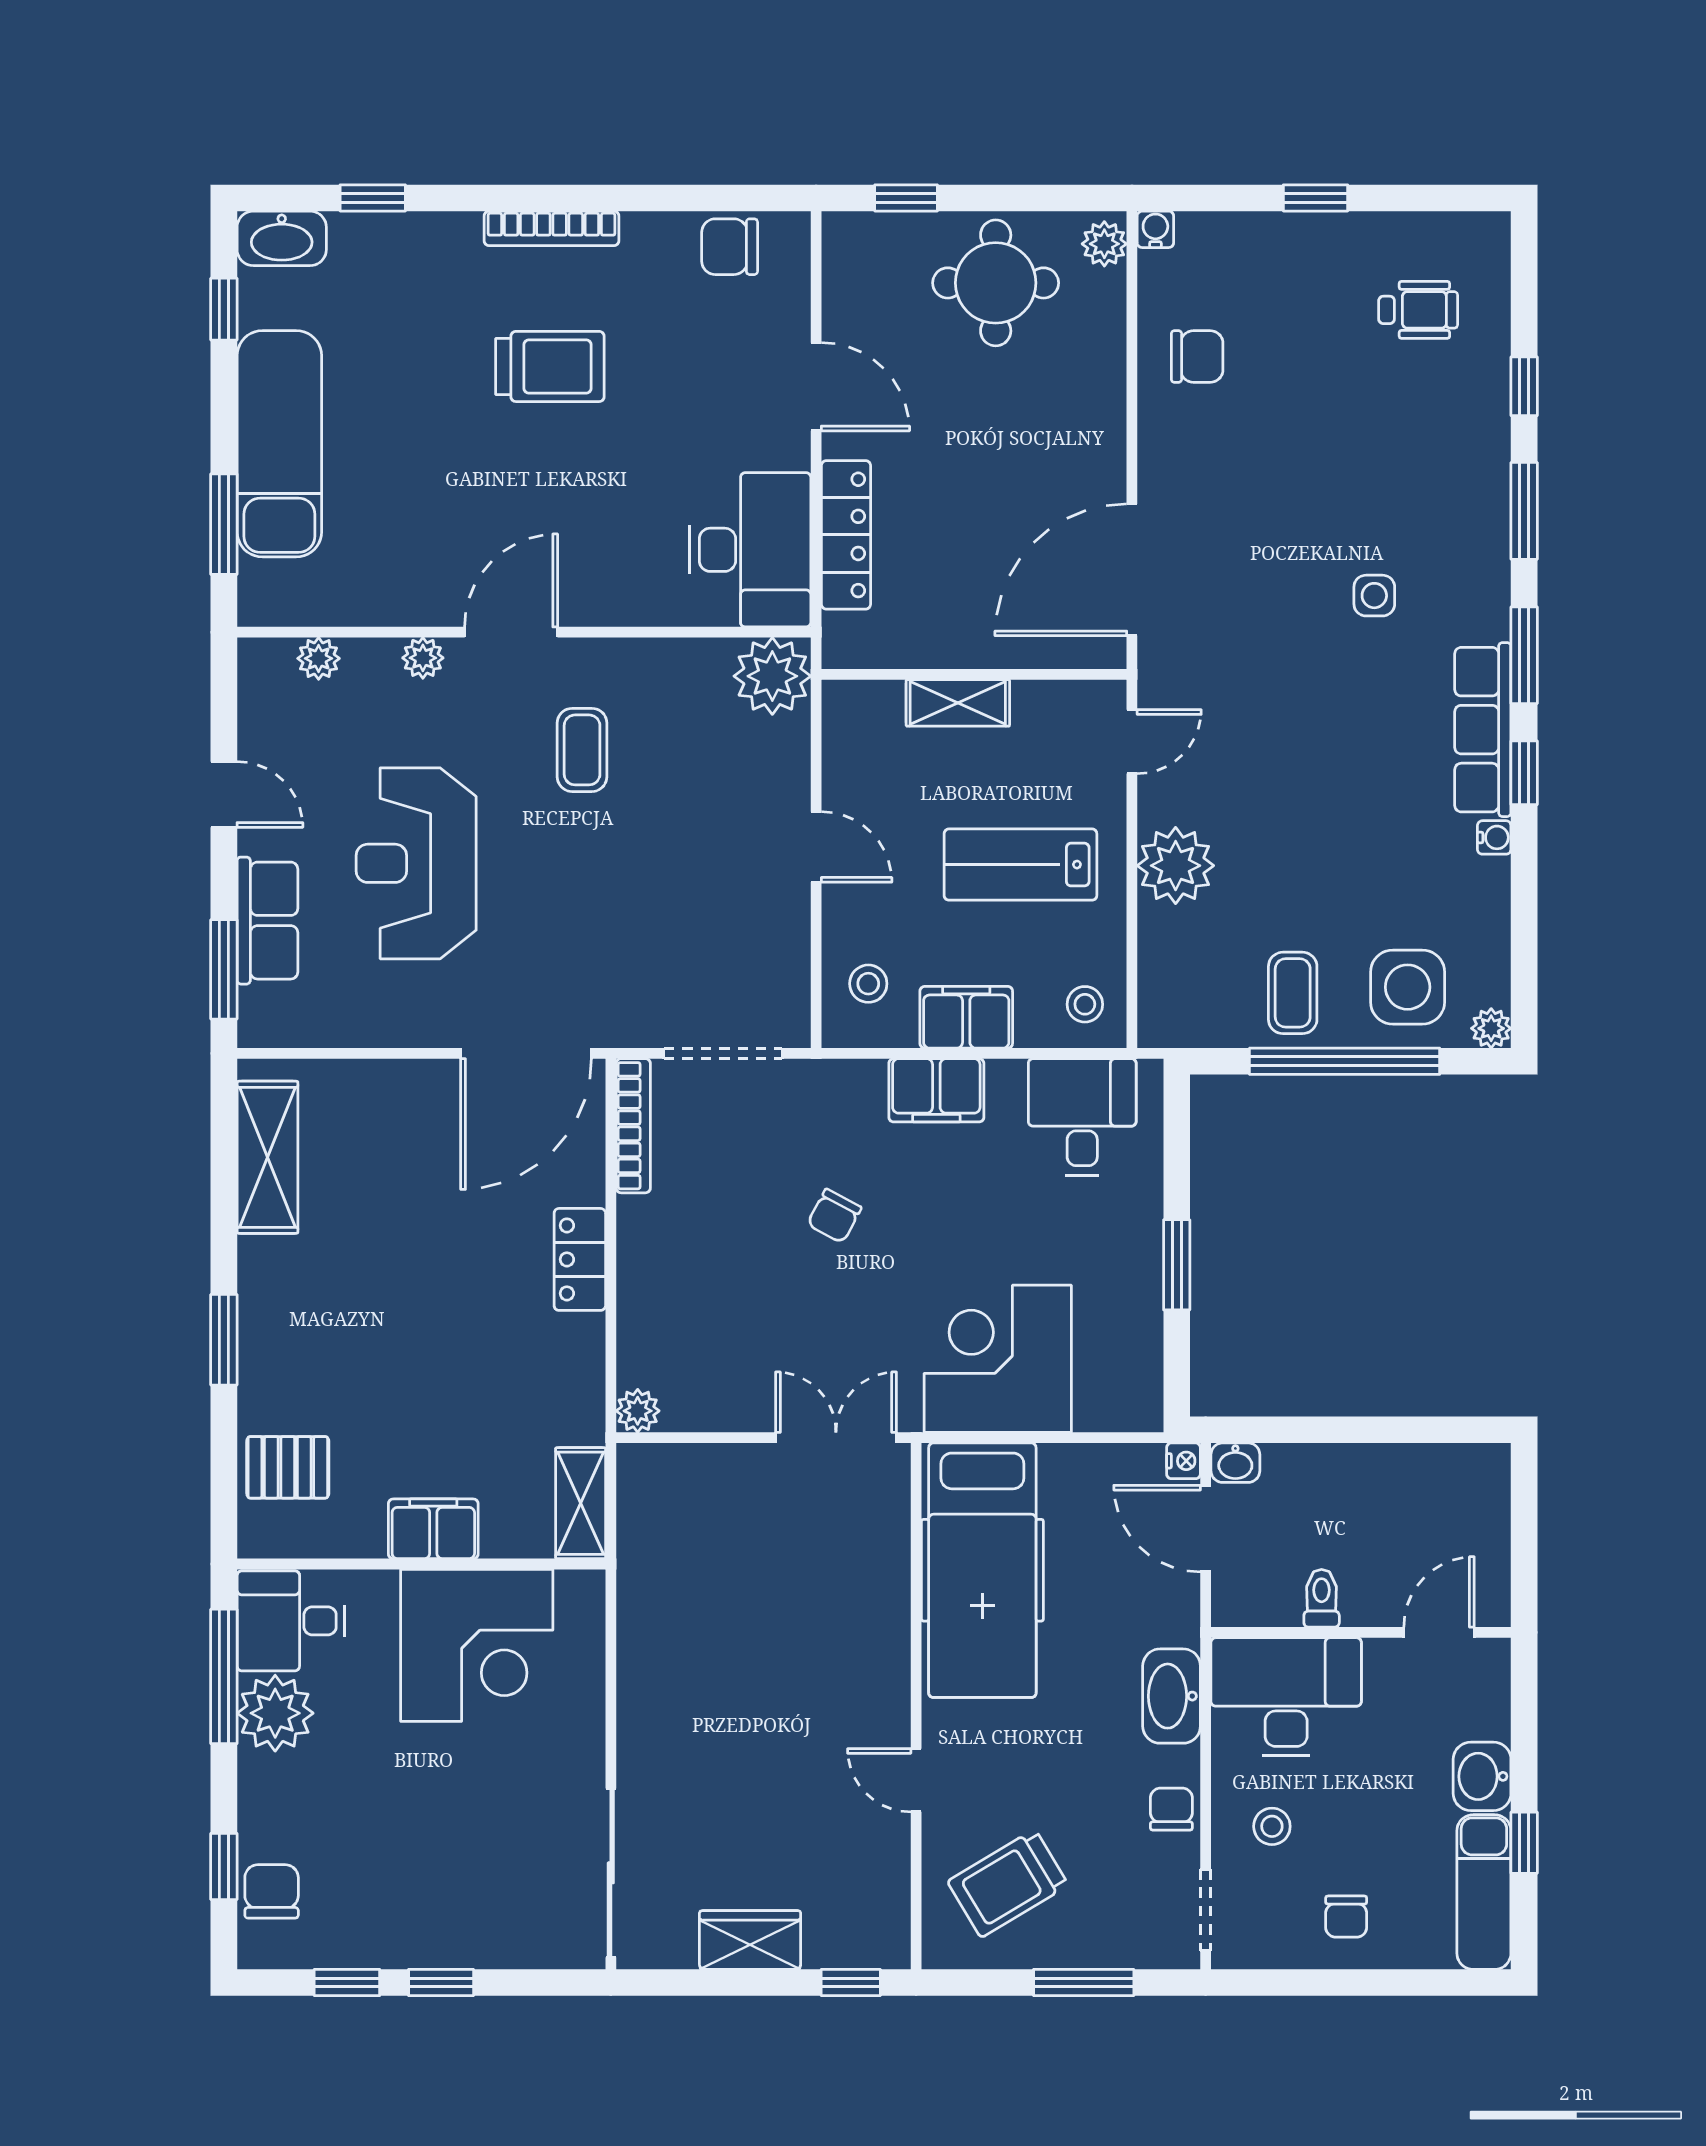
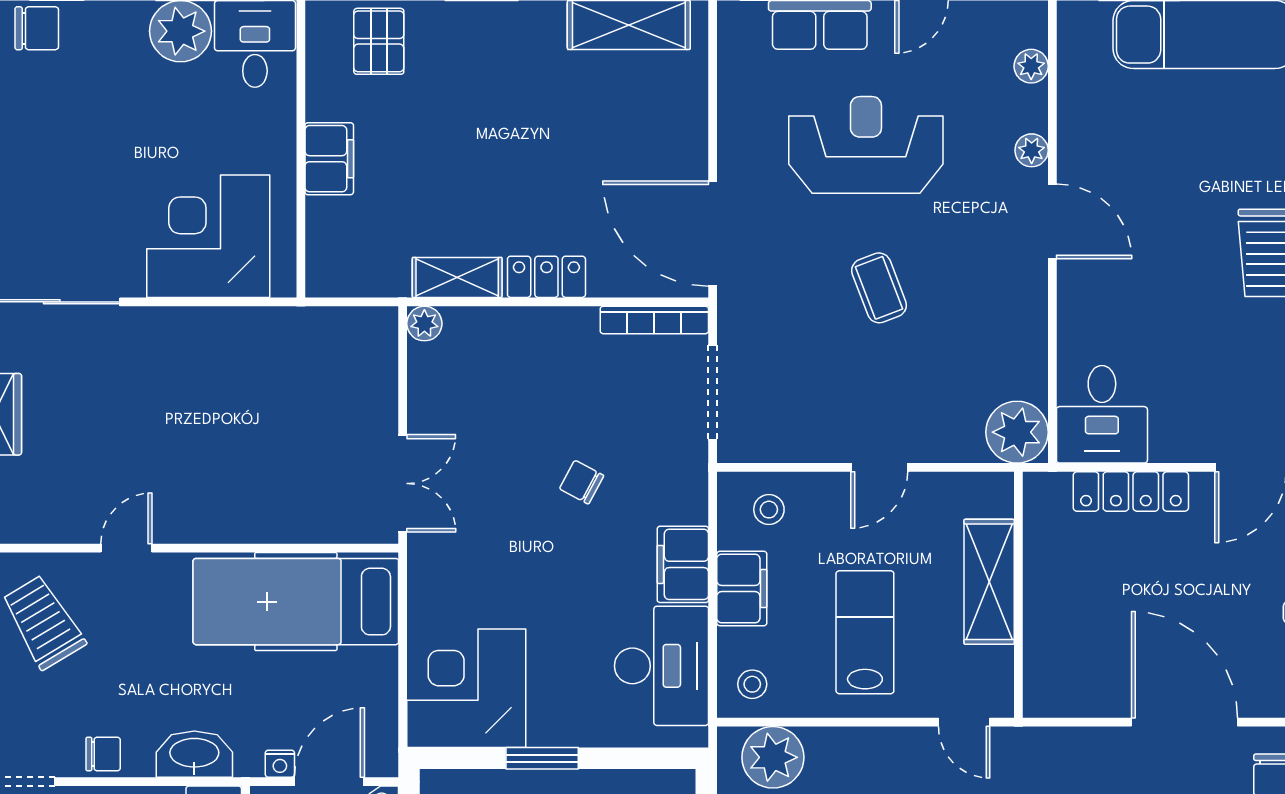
desk: (750, 550) -> (1102, 414), width x0.73
door: (1132, 570) -> (1185, 722), moved
shelving: (958, 703) -> (989, 582), width x1.50, depth x1.33
coffee table: (582, 750) -> (879, 288), moved, turned 69
plant: (1176, 866) -> (773, 757), moved
desk: (1082, 1117) -> (661, 666), width x1.37
corner desk: (998, 1359) -> (466, 688), moved, turned -90
nightstand: (1183, 1461) -> (280, 764), moved
shelving: (581, 1503) -> (457, 277), moved
corner desk: (477, 1645) -> (208, 236), moved, turned 90

